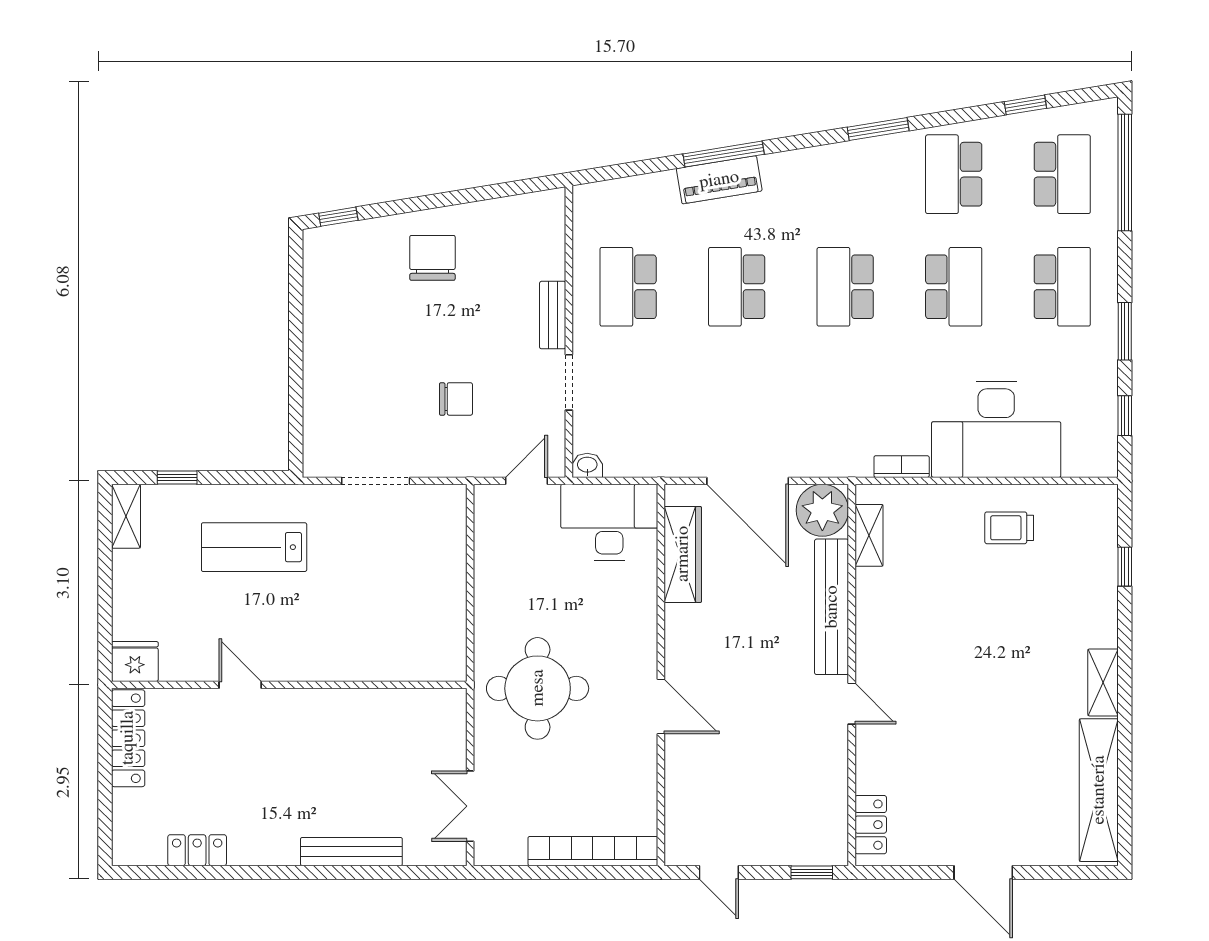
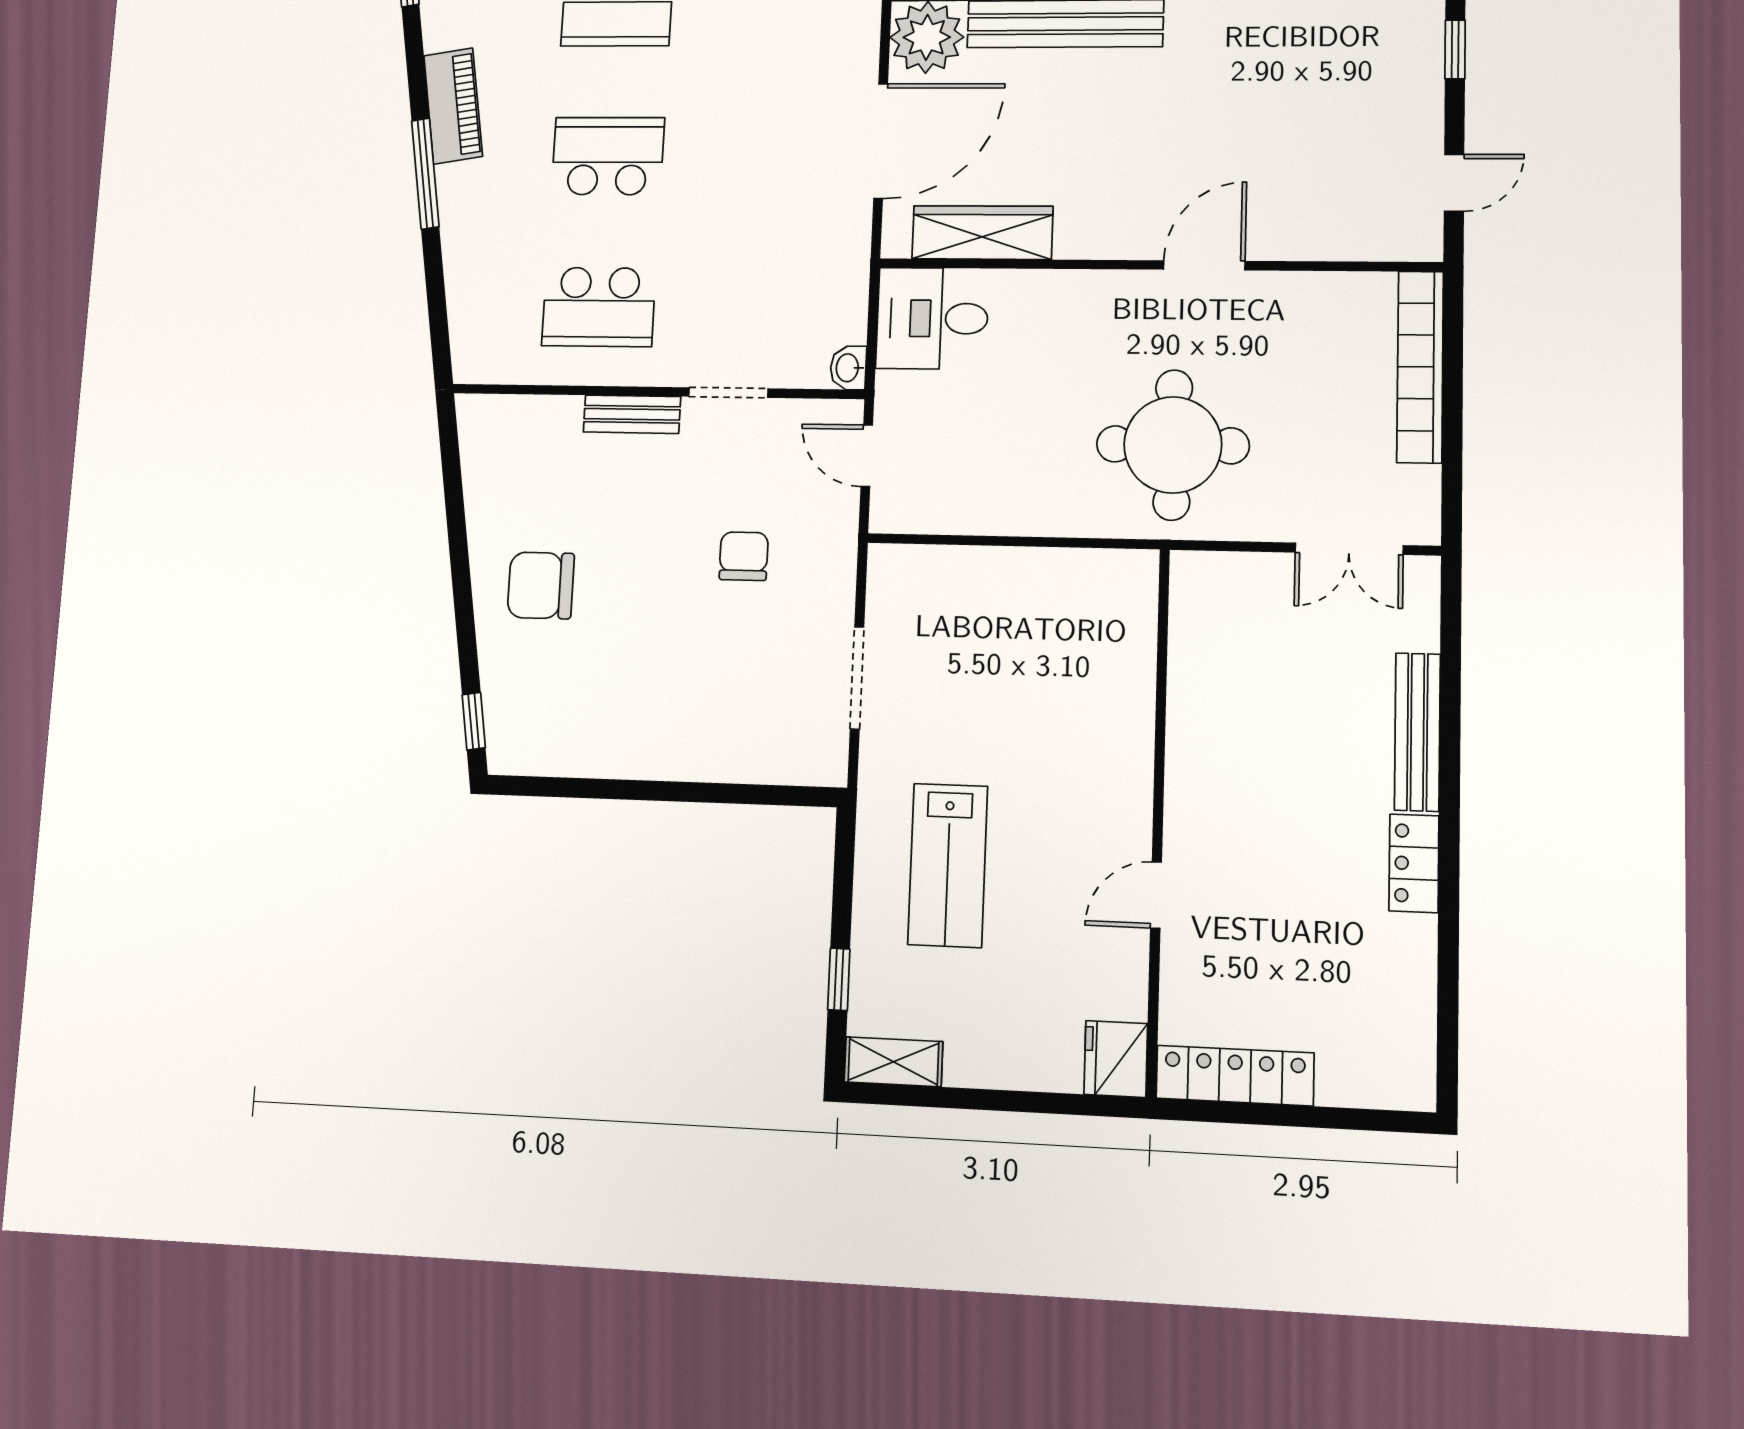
piano: (719, 180) -> (453, 106), moved
school desk: (737, 287) -> (608, 156), turned 180
desk: (609, 522) -> (932, 318), width x0.73
locker: (197, 850) -> (1414, 863), moved

